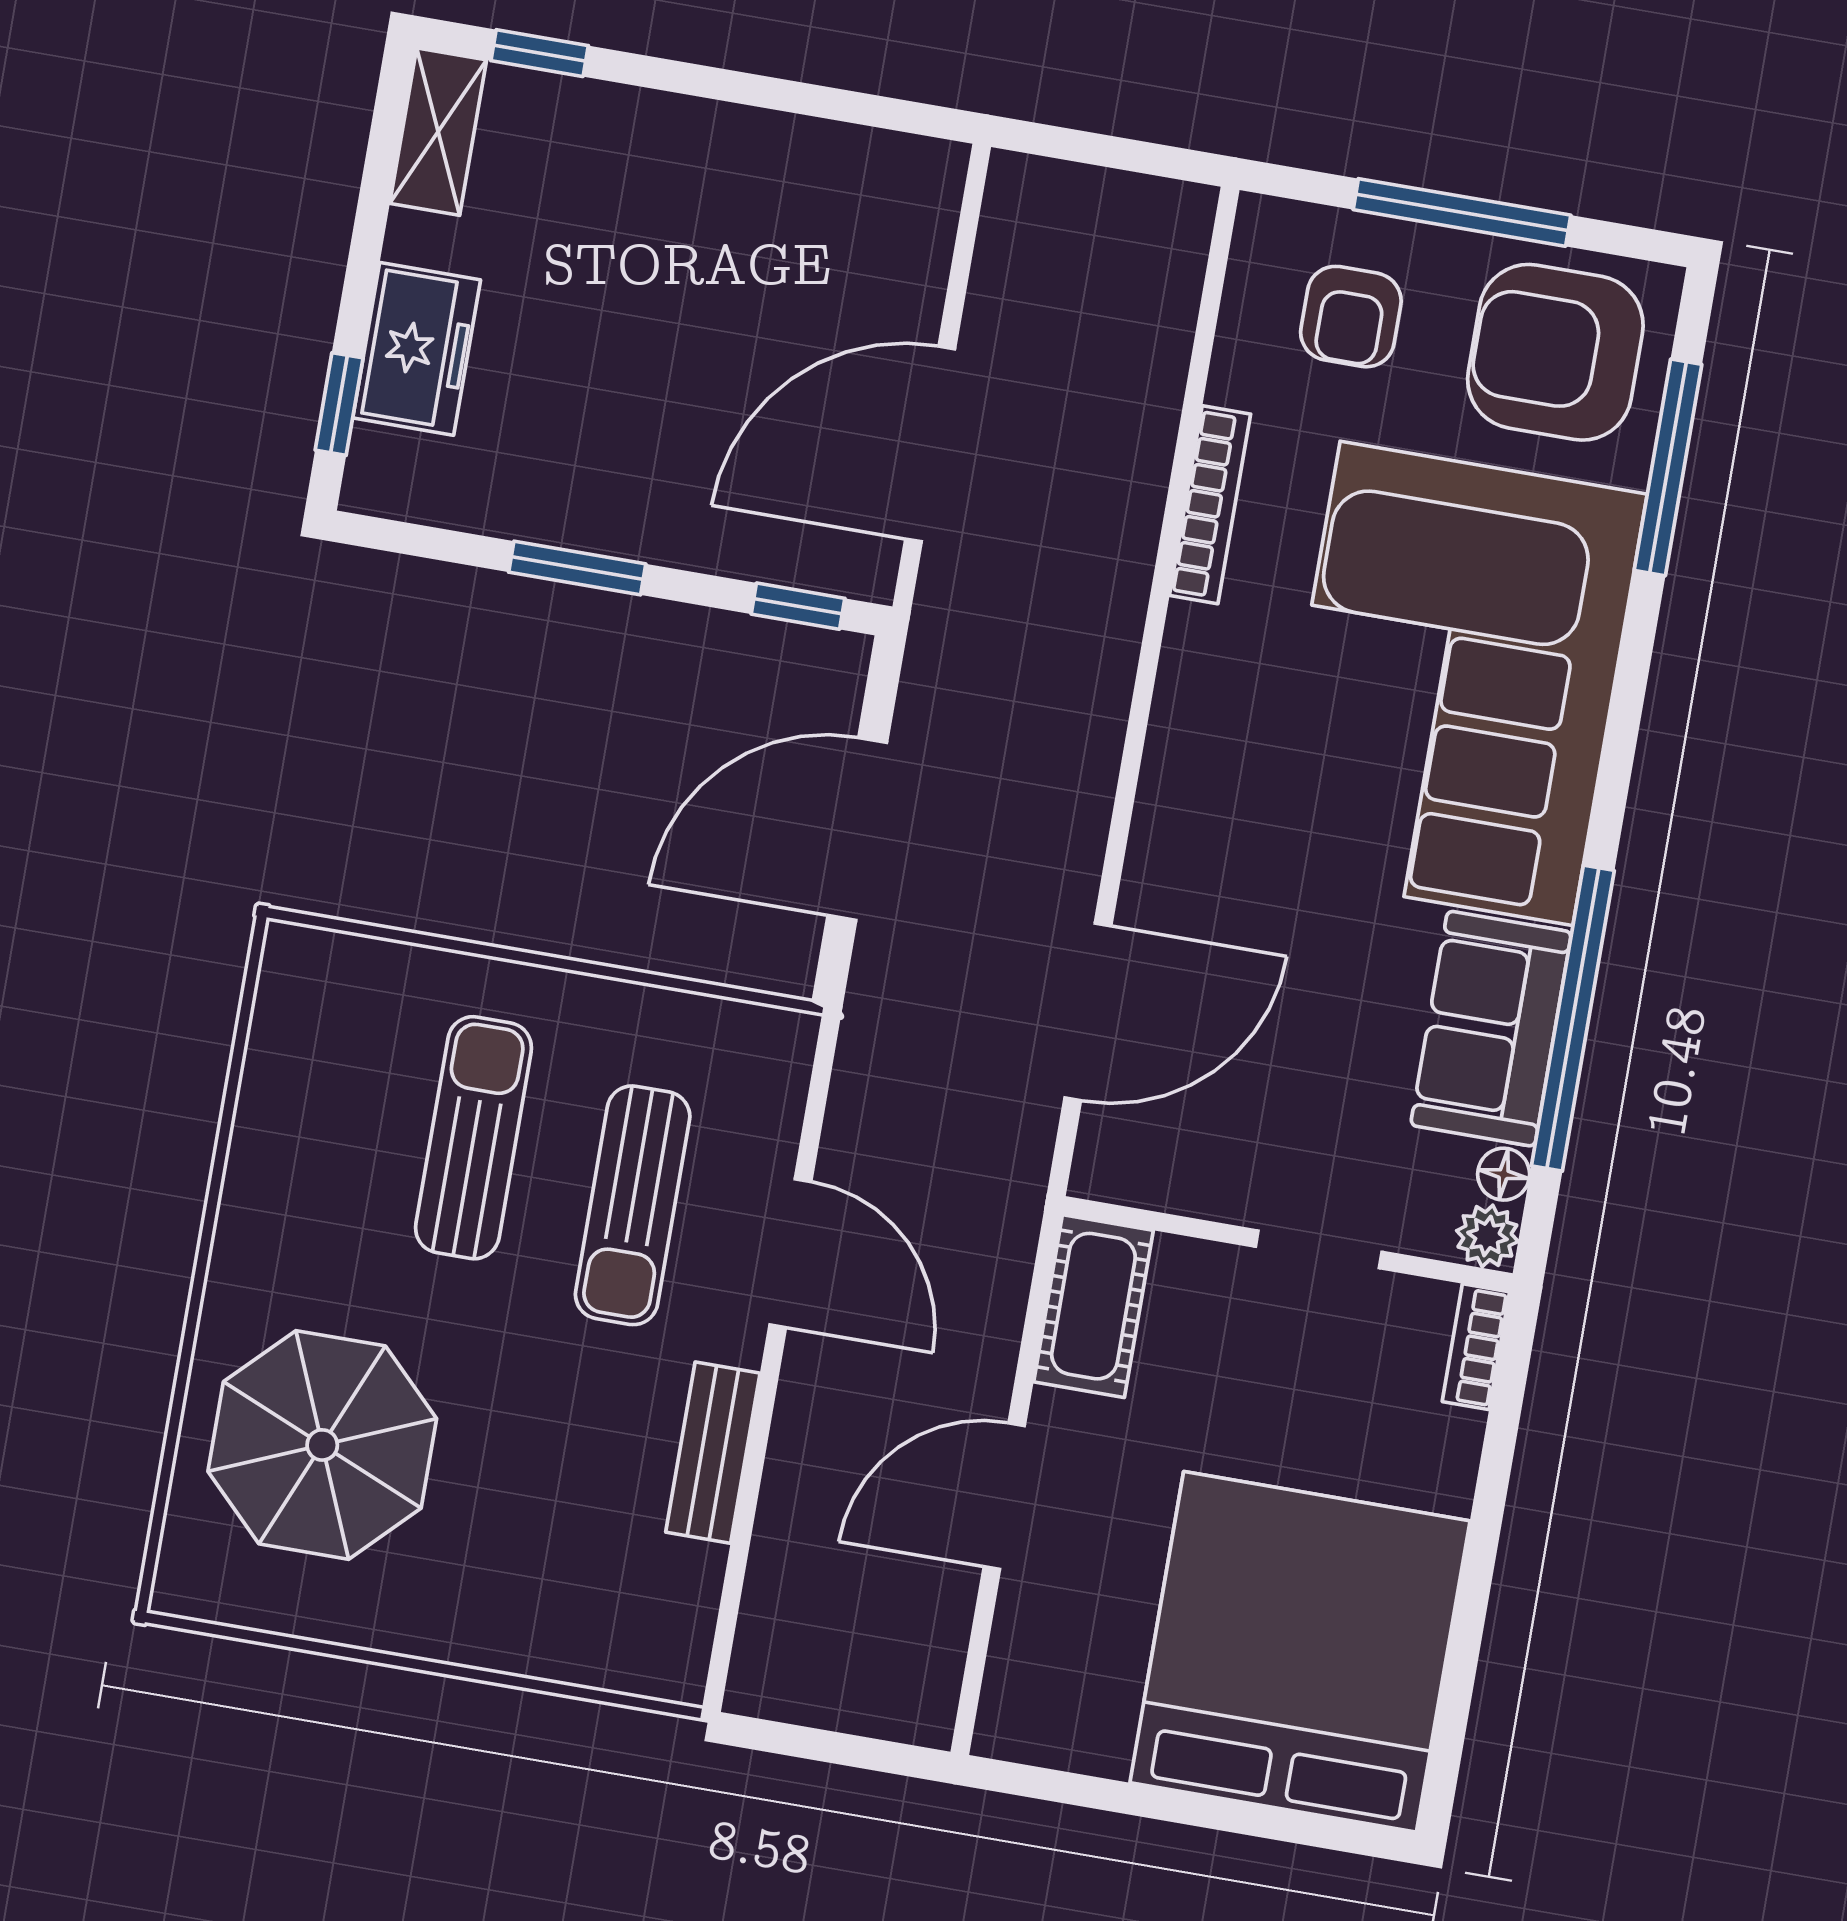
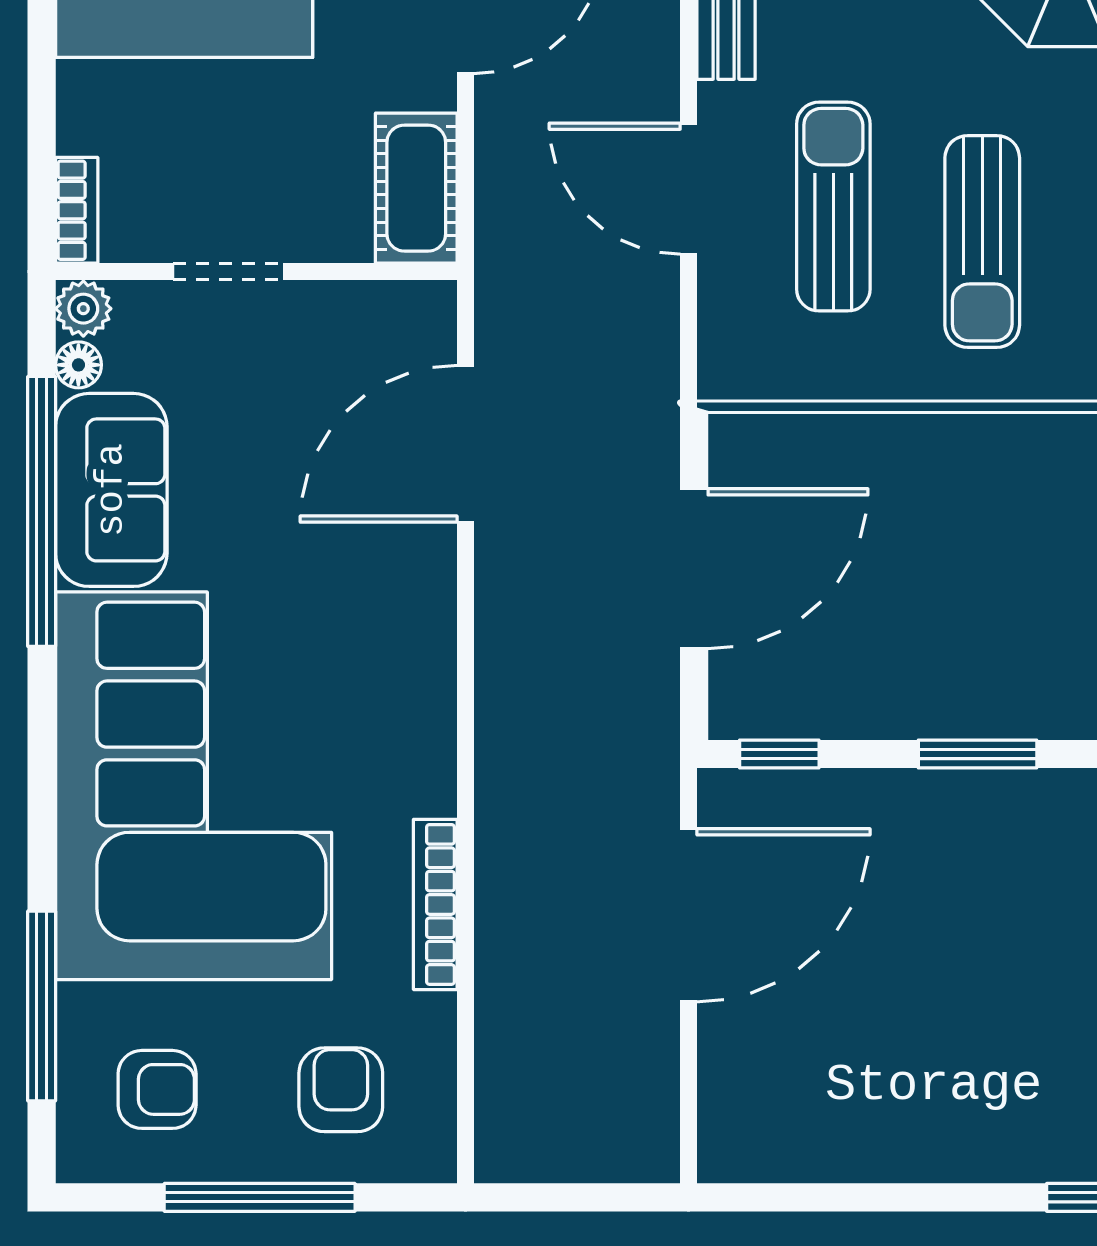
armchair: (1555, 352) -> (157, 1089), width x0.53, depth x0.53

